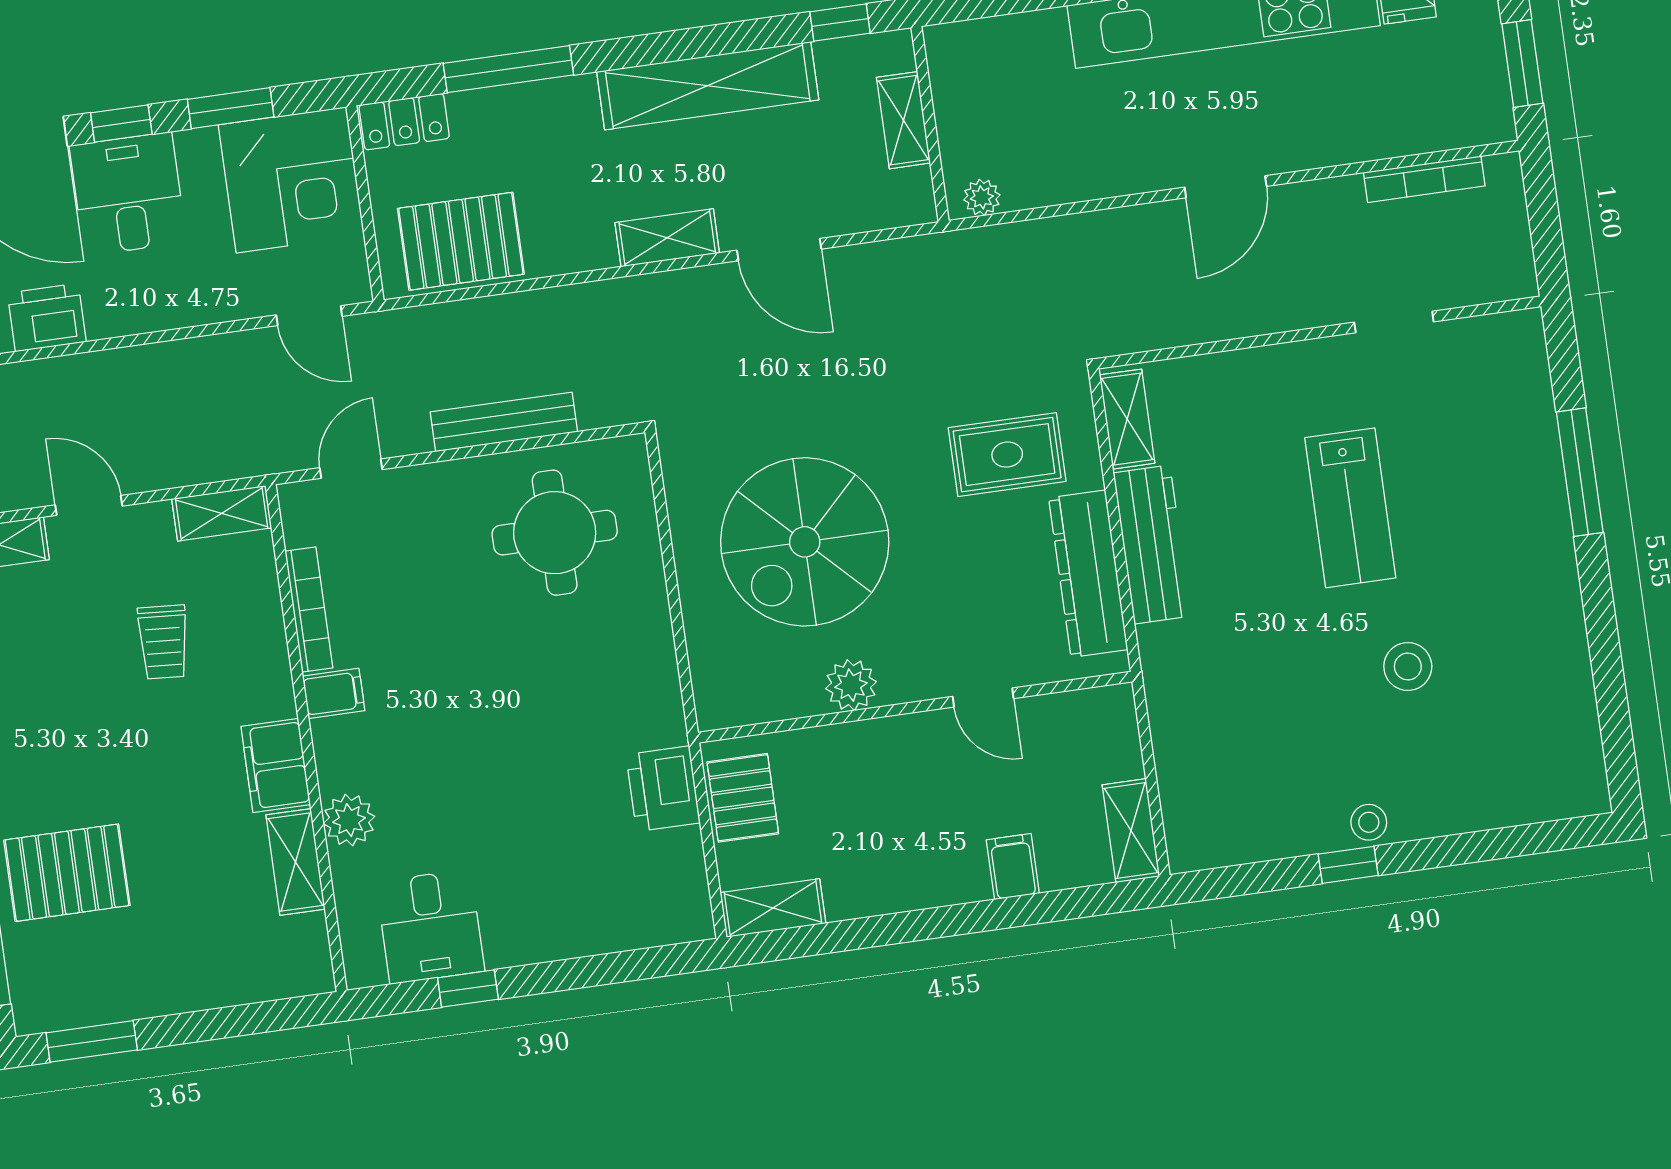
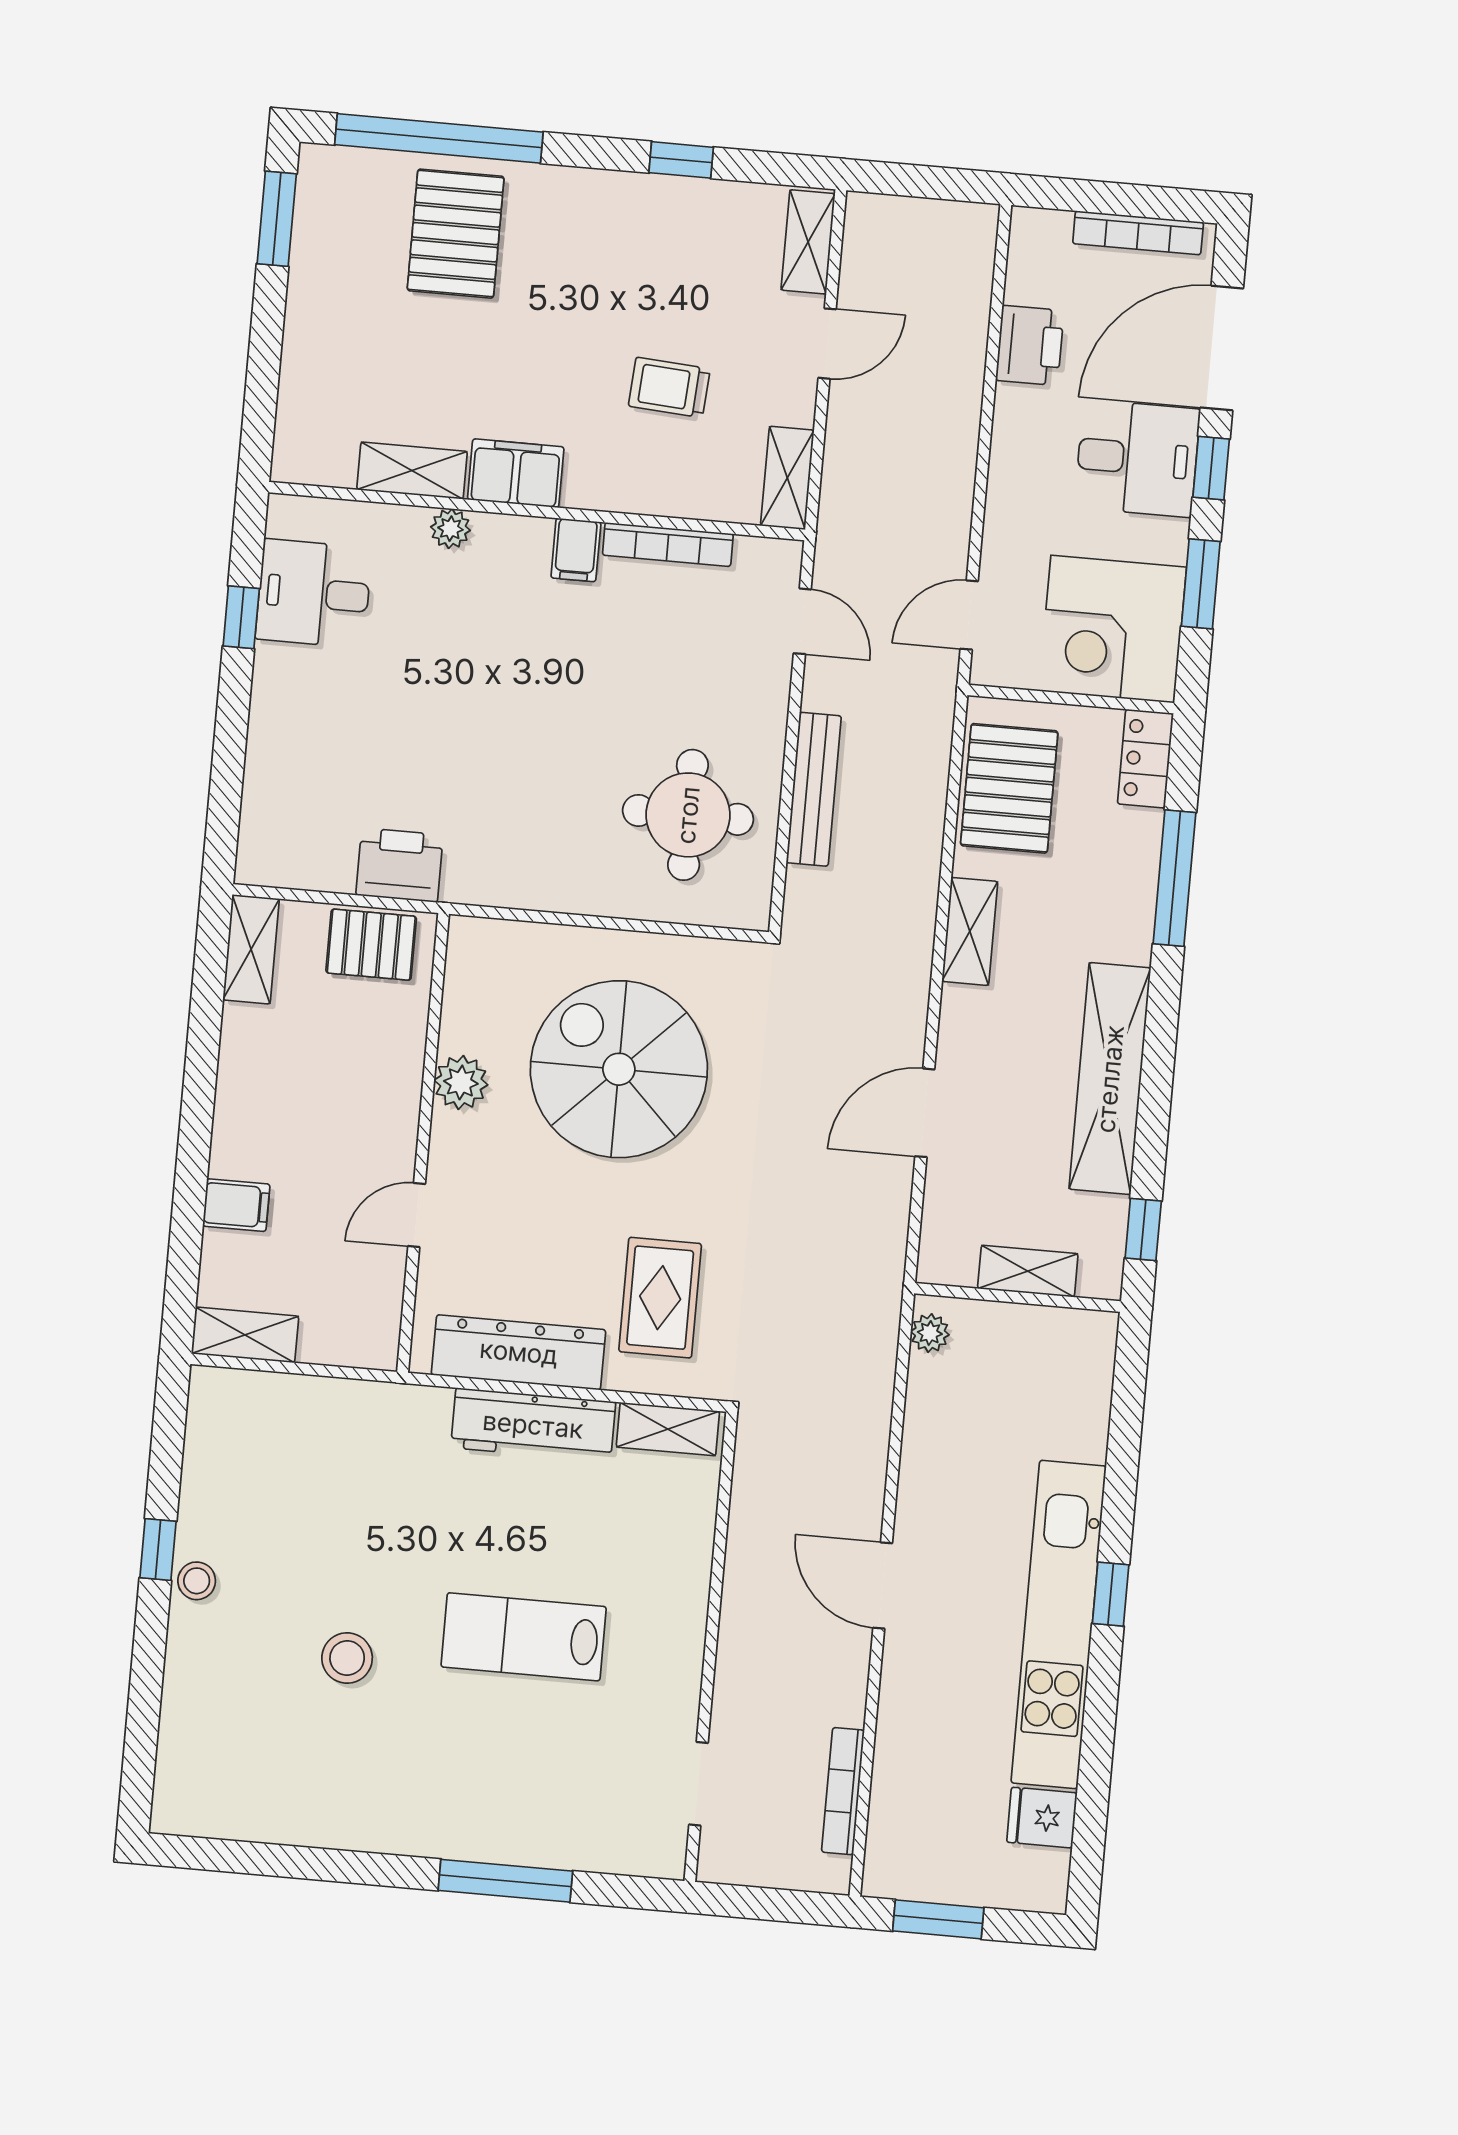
shelving: (667, 238) -> (970, 931), moved
doorway: (1394, 322) -> (699, 1784), moved
plant: (349, 820) -> (450, 529), width x0.73, depth x0.73

